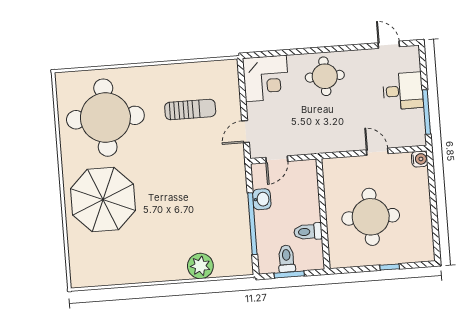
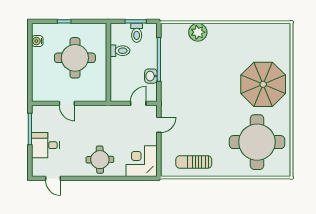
sun lounger: (190, 109) -> (194, 162), moved
water cooler: (420, 159) -> (37, 41), moved

